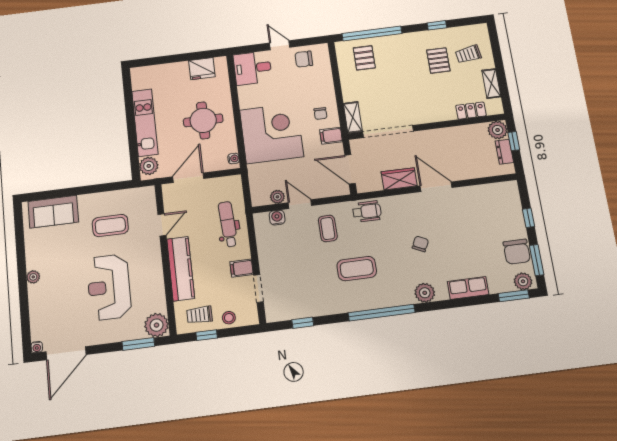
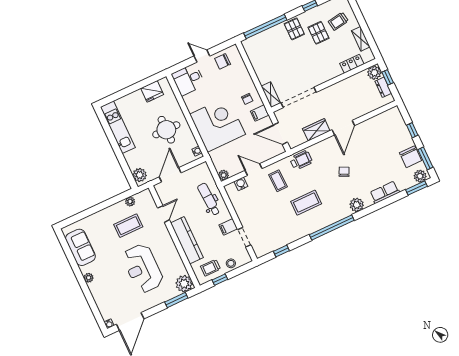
pallet: (364, 58) -> (294, 29), moved
kitchen unit: (145, 123) -> (118, 127), moved
door: (436, 187) -> (343, 128), swing flipped
plant: (124, 195) -> (130, 201), added
plant: (277, 197) -> (224, 175), moved
sofa: (53, 212) -> (80, 247), moved, turned -90

